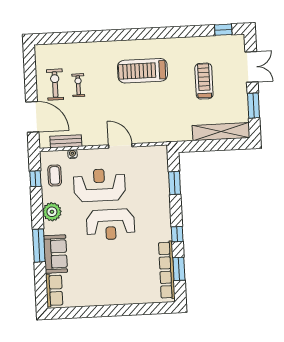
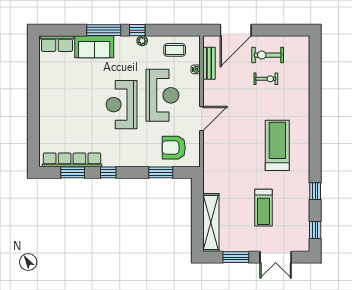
window: (185, 32) -> (315, 191), added
treadmill: (204, 81) -> (263, 208), turned 90
exercise bike: (55, 85) -> (268, 55), turned 180
armchair: (150, 172) -> (174, 148), added
window: (35, 179) -> (137, 30), moved
plant: (52, 212) -> (142, 41), width x0.53, depth x0.53

